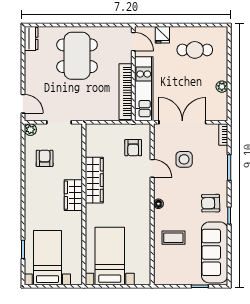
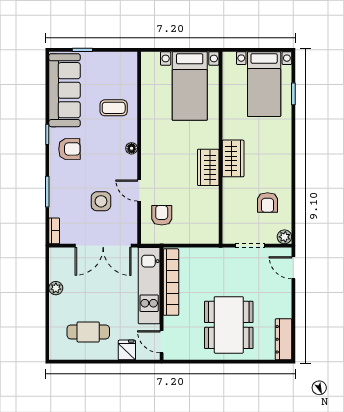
dresser: (31, 38) -> (283, 339), width x1.44
wardrobe: (94, 180) -> (208, 167), width x0.67

